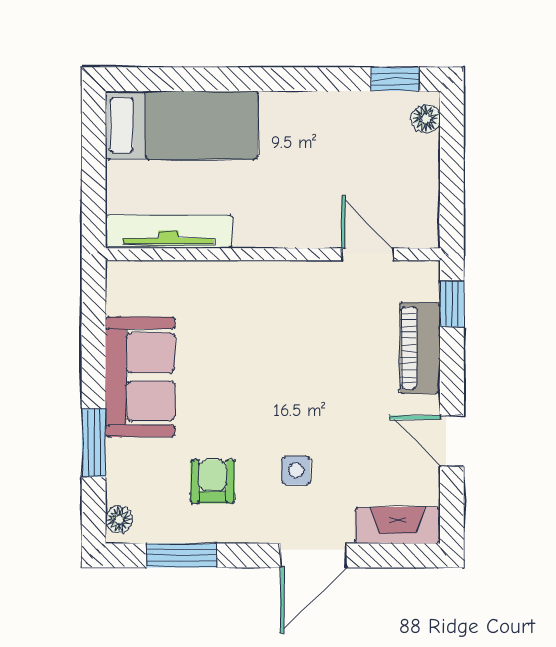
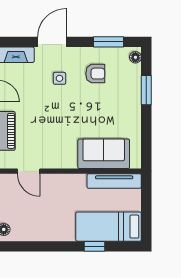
window: (395, 79) -> (94, 246), moved
sofa: (140, 377) -> (104, 154), moved, turned 90
armchair: (213, 482) -> (95, 74), turned -90

